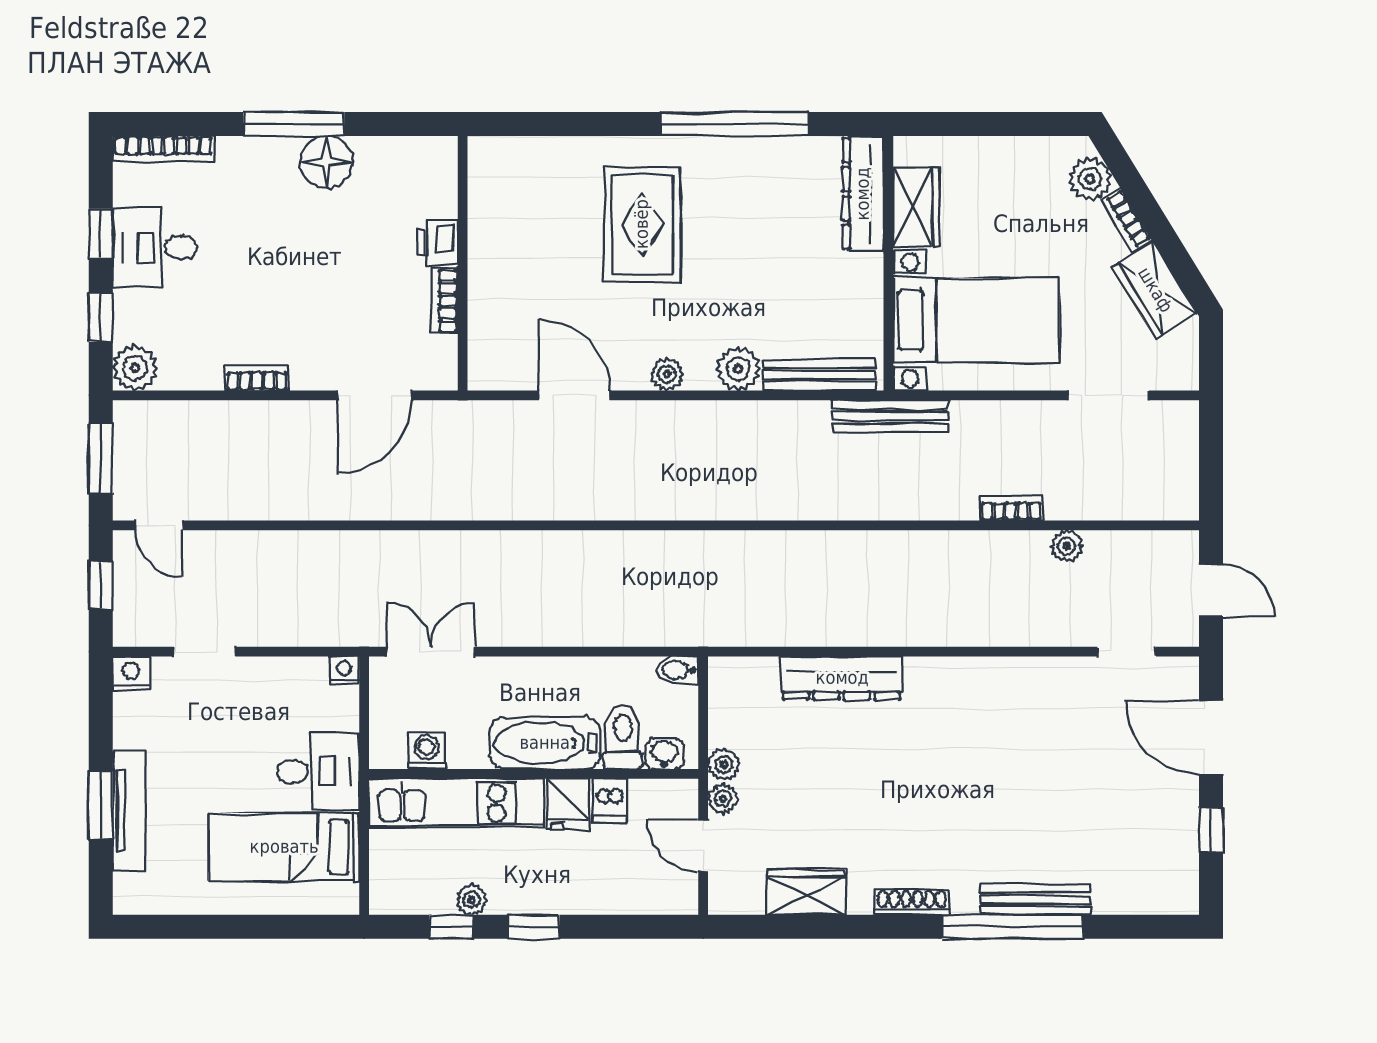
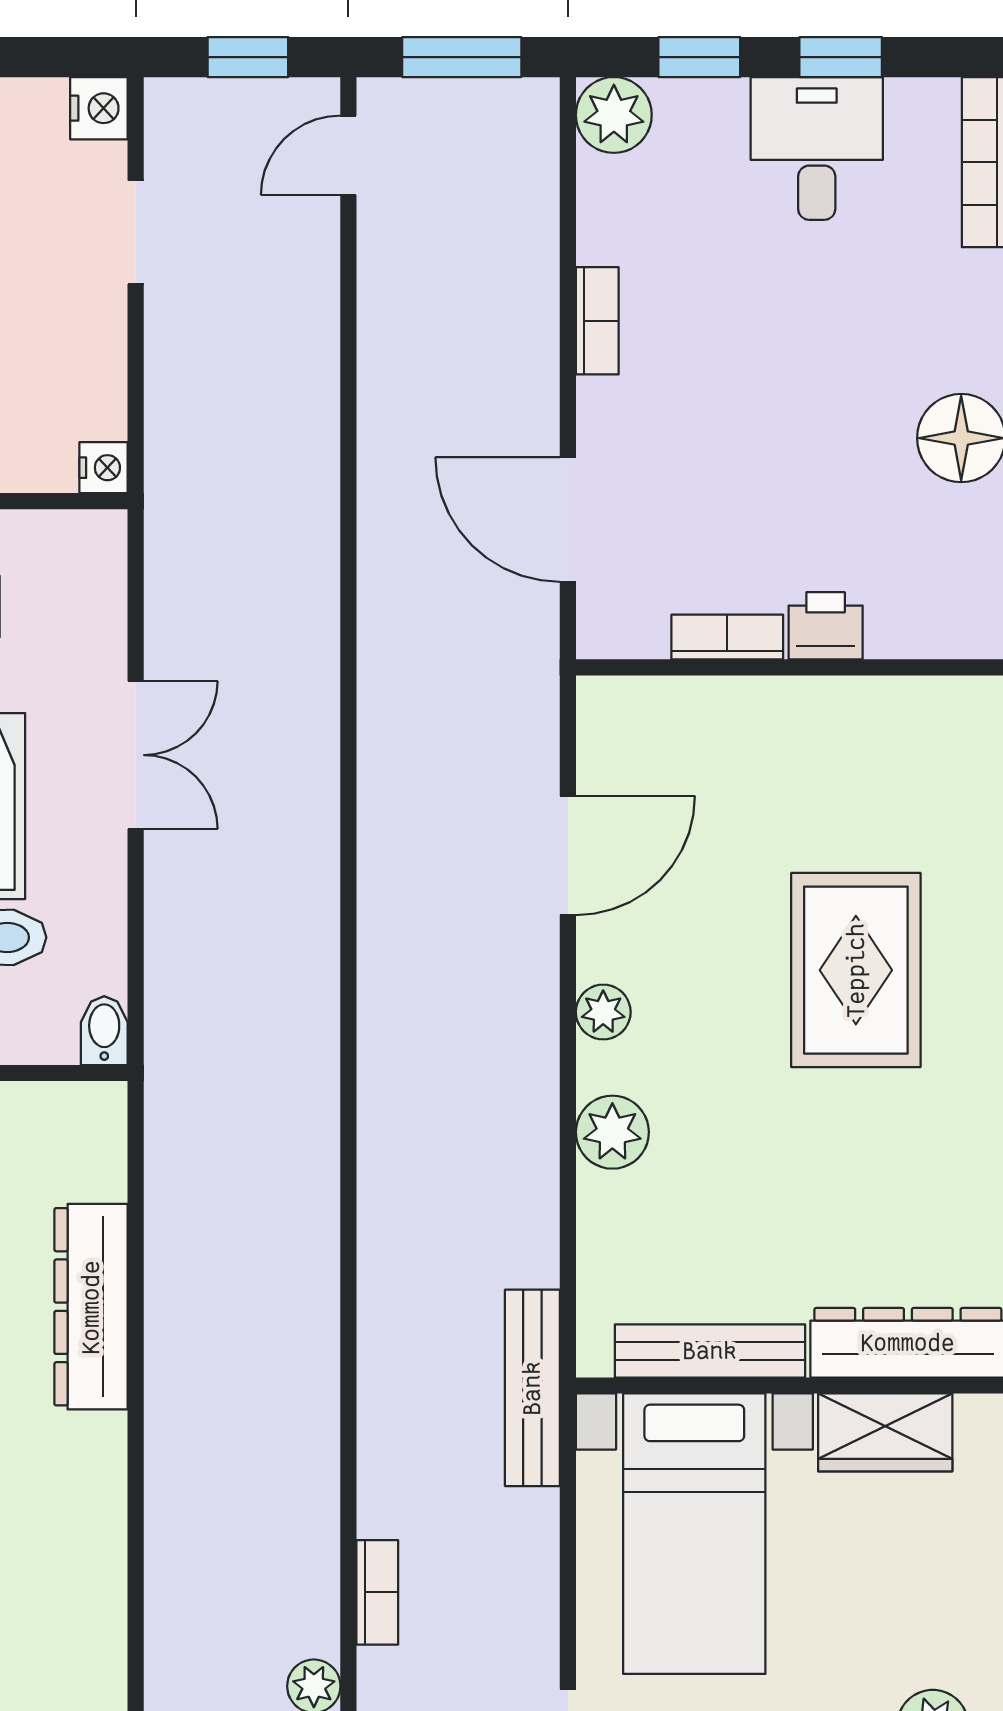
rug: (642, 224) -> (856, 970), turned 90
bench: (819, 375) -> (710, 1351), moved, turned 90
double door: (431, 652) -> (136, 755), moved

